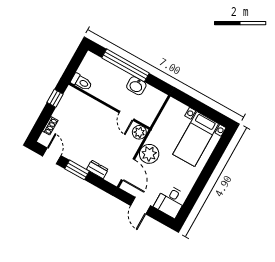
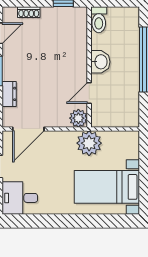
washbasin: (136, 86) -> (100, 62), moved, turned 180
plant: (149, 154) -> (89, 143), moved

